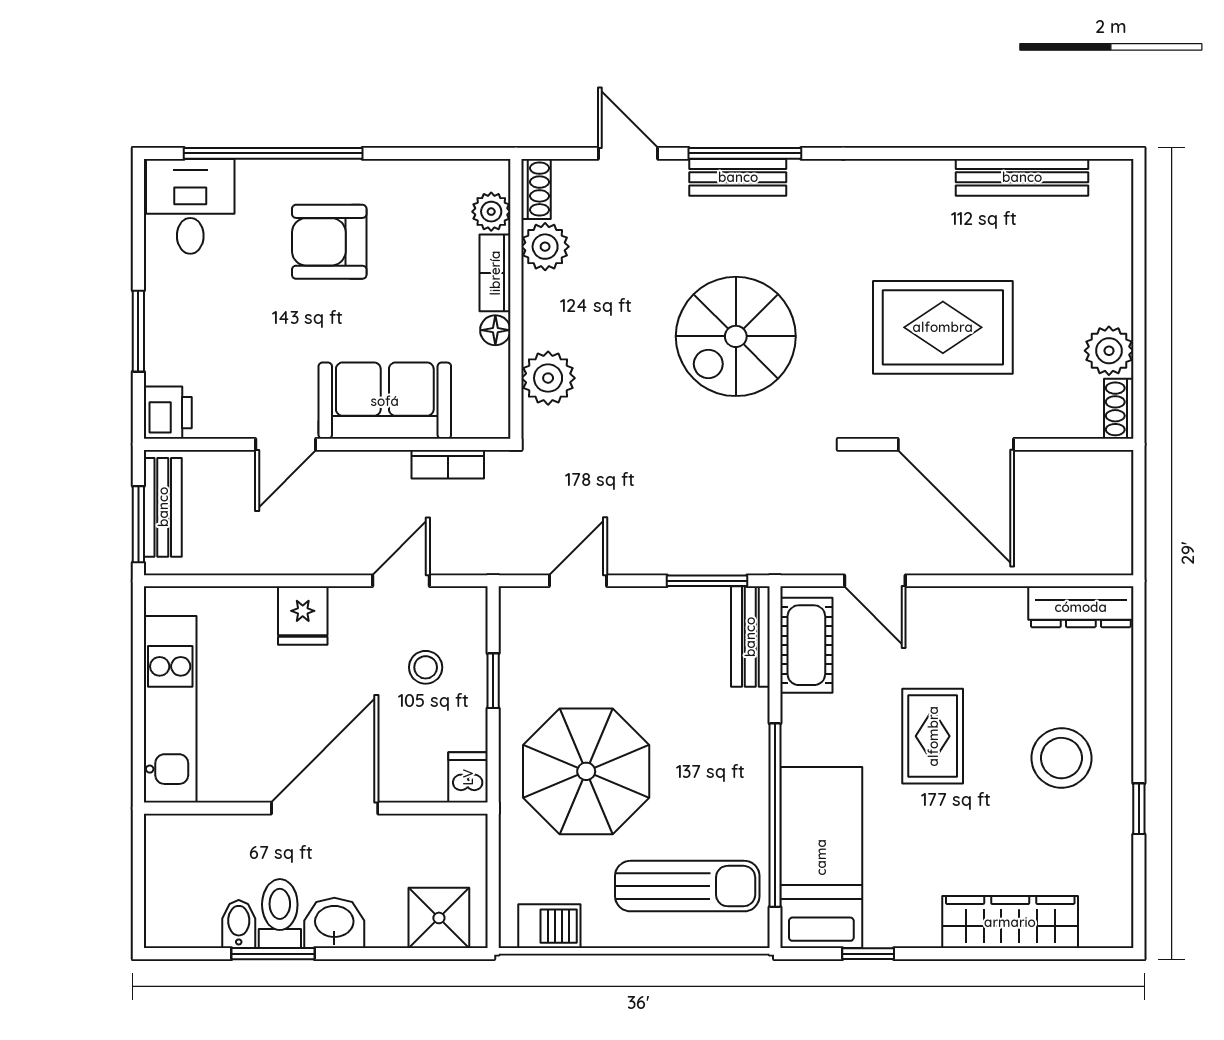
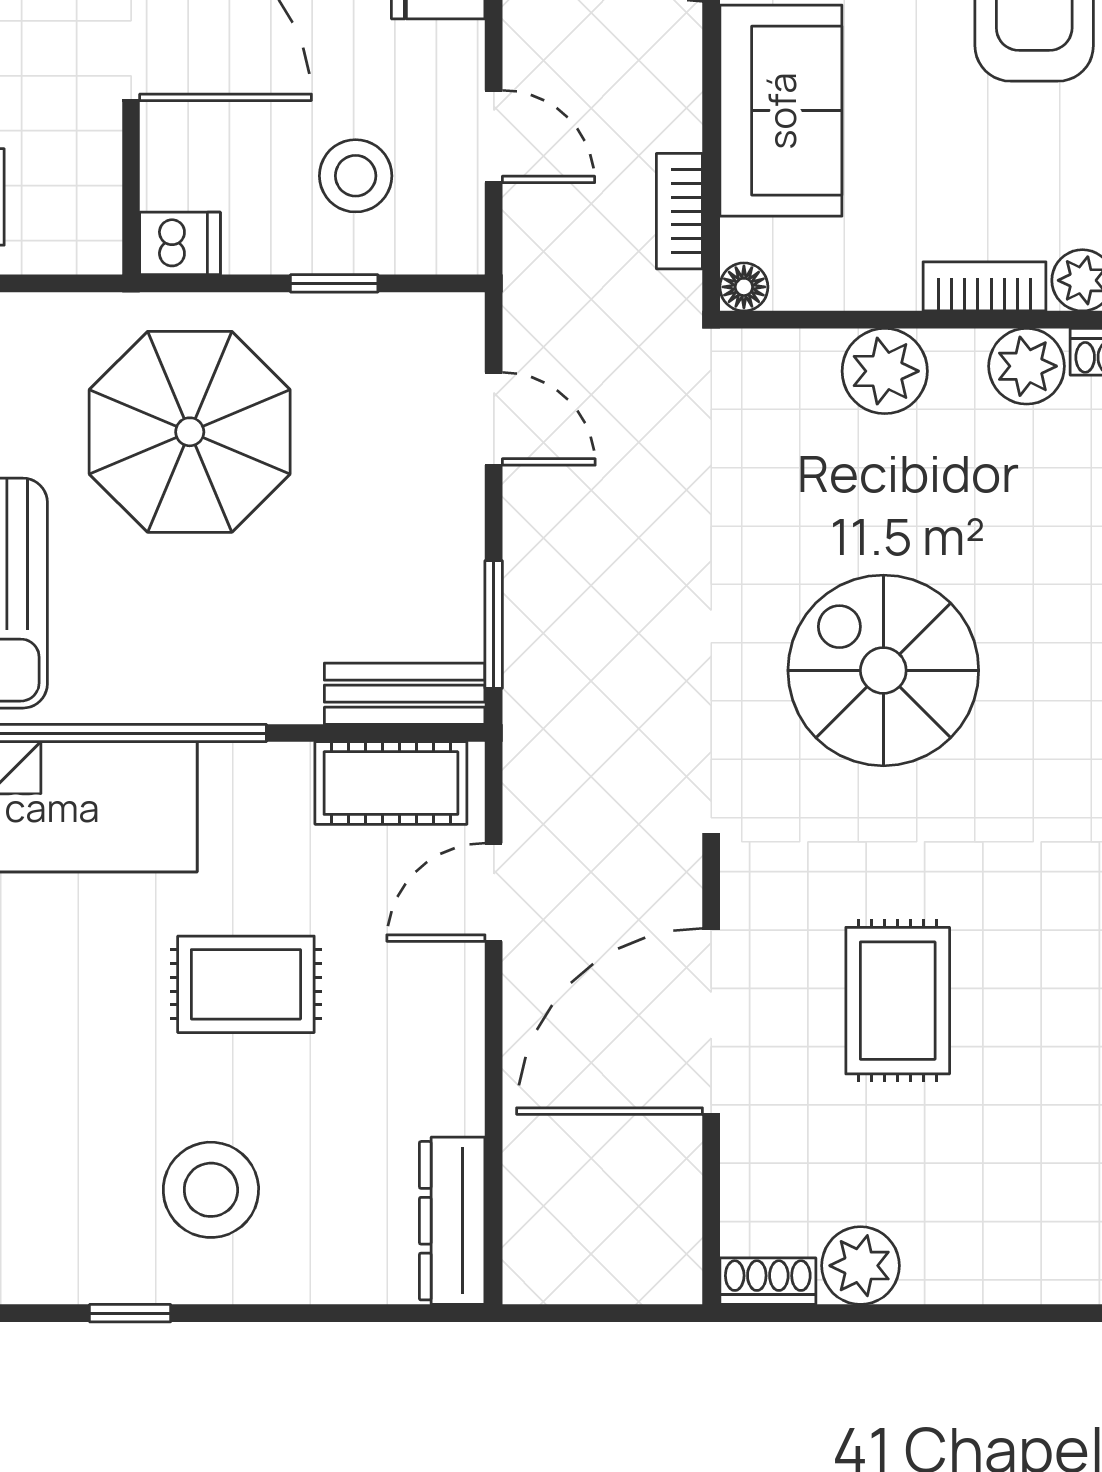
rug: (943, 327) -> (898, 1001), width x0.73, depth x0.70
floor lamp: (495, 330) -> (744, 287), moved
plant: (548, 378) -> (885, 371), moved
stool: (426, 667) -> (356, 176), width x1.37, depth x1.37

